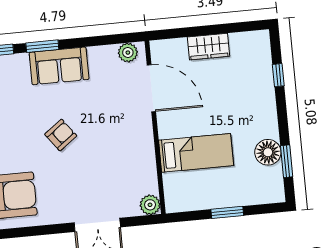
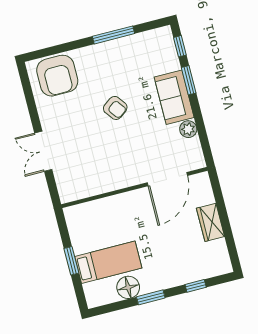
plant: (128, 53) -> (188, 129), moved
bed: (196, 153) -> (108, 262), moved, turned -90
window: (287, 161) -> (151, 297), moved
plant: (150, 205) -> (68, 194), removed

